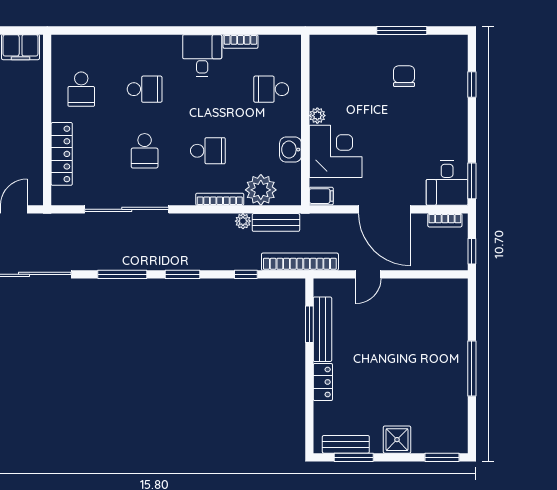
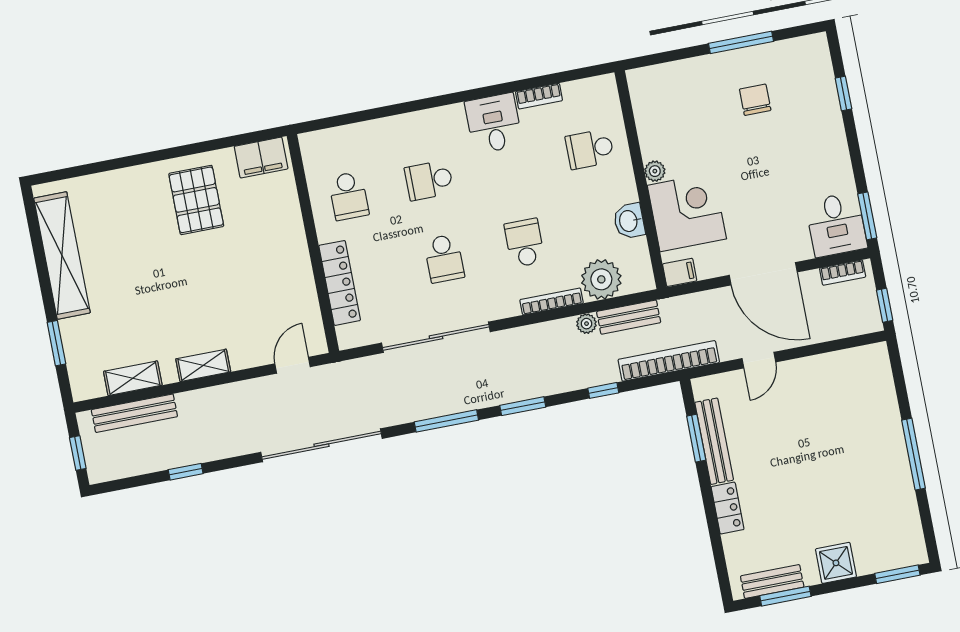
school desk: (145, 89) -> (429, 180), turned 180
school desk: (208, 151) -> (525, 243), turned -90

